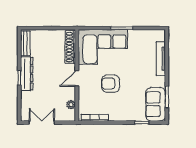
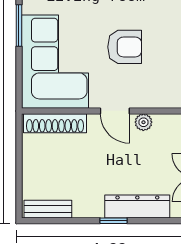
dresser: (27, 74) -> (137, 207), moved
armchair: (111, 84) -> (125, 47), turned -90
plant: (71, 105) -> (143, 122), moved

